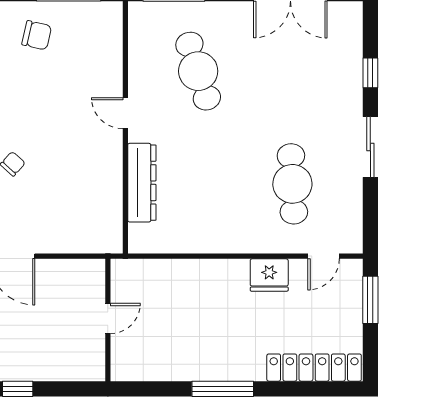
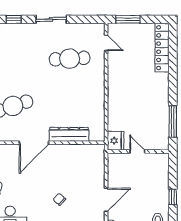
door: (125, 113) -> (34, 143), width x1.87
fridge: (269, 275) -> (115, 141), moved
window: (223, 389) -> (173, 121), moved

